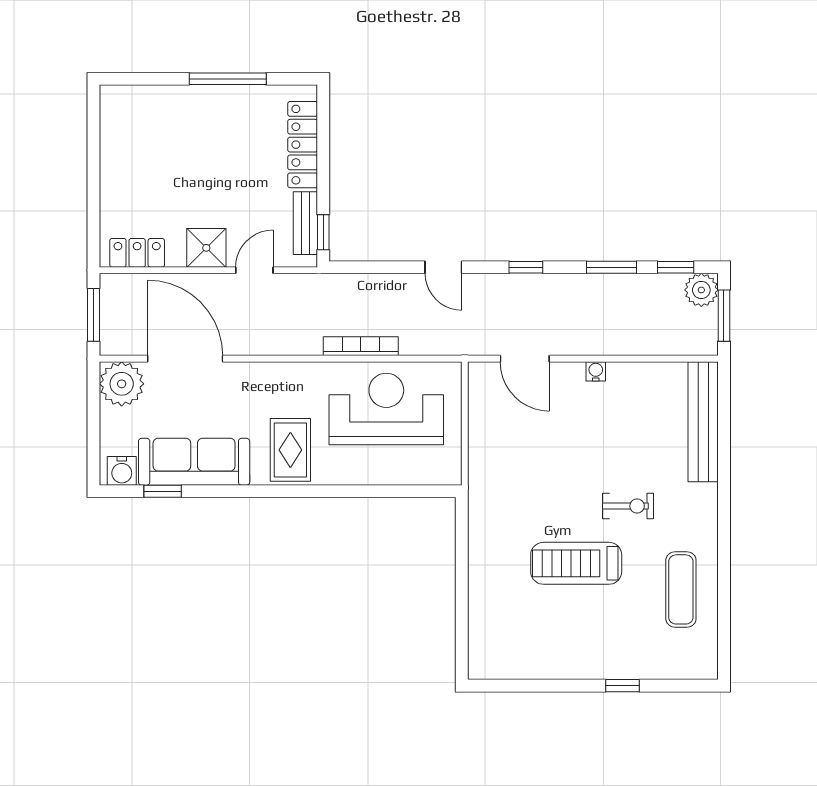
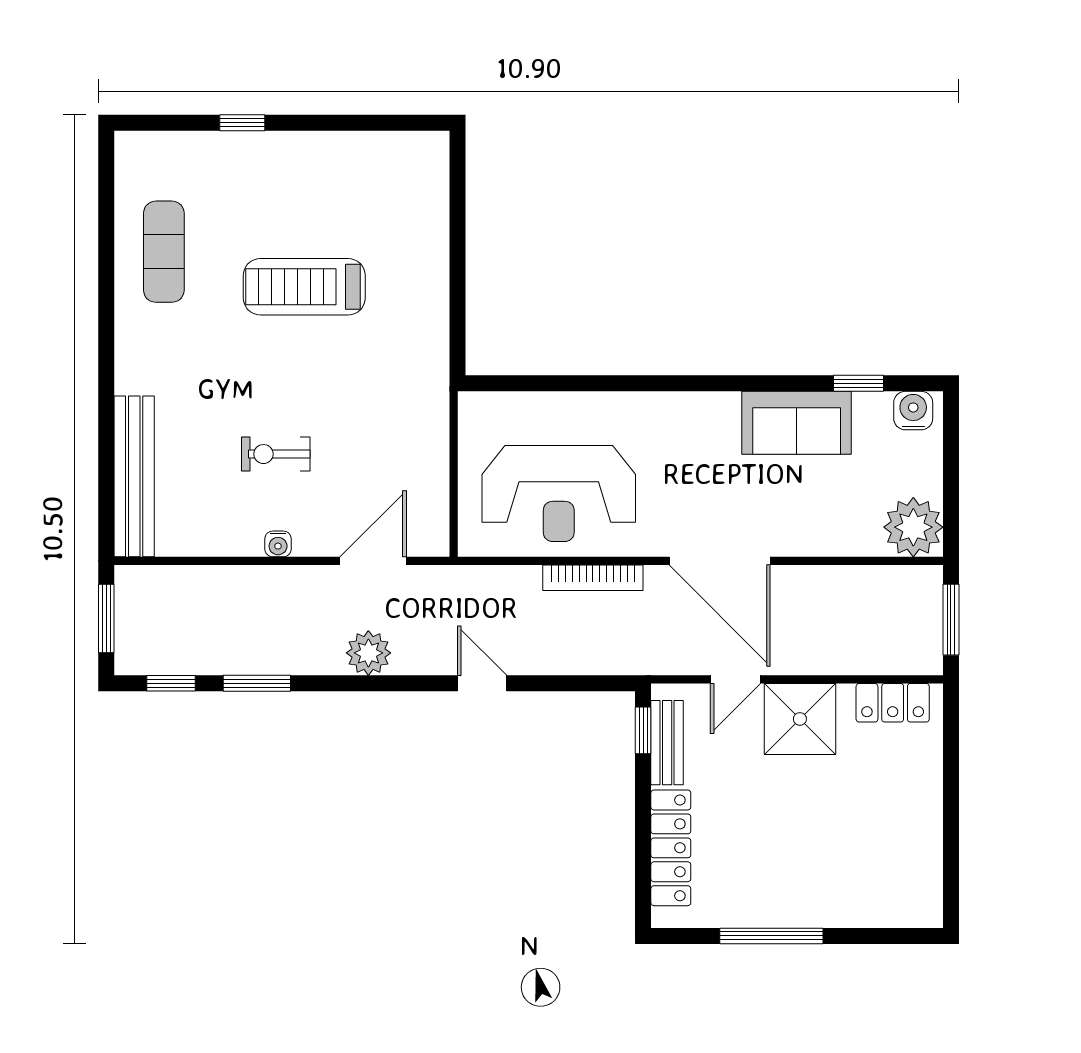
shower: (206, 248) -> (800, 719), width x1.36, depth x1.36
window: (526, 267) -> (372, 683), removed
plant: (701, 290) -> (368, 653), moved
door: (185, 359) -> (720, 561), moved
door: (525, 359) -> (373, 561), hinge flipped
rug: (290, 450) -> (687, 439), removed
sofa: (194, 462) -> (797, 423), width x0.73
exercise bike: (628, 506) -> (276, 454), moved
treadmill: (576, 563) -> (304, 287), turned 180

